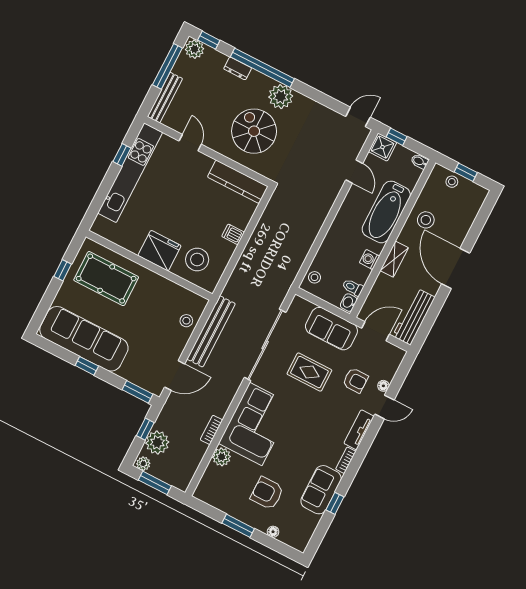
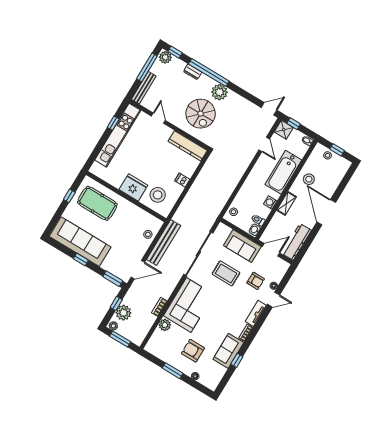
spiral stairs: (254, 131) -> (201, 114), turned 180

